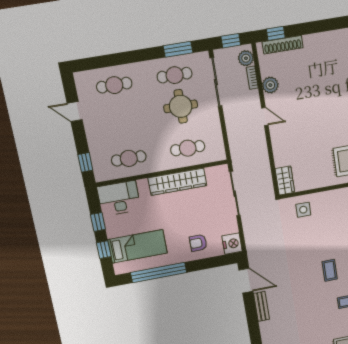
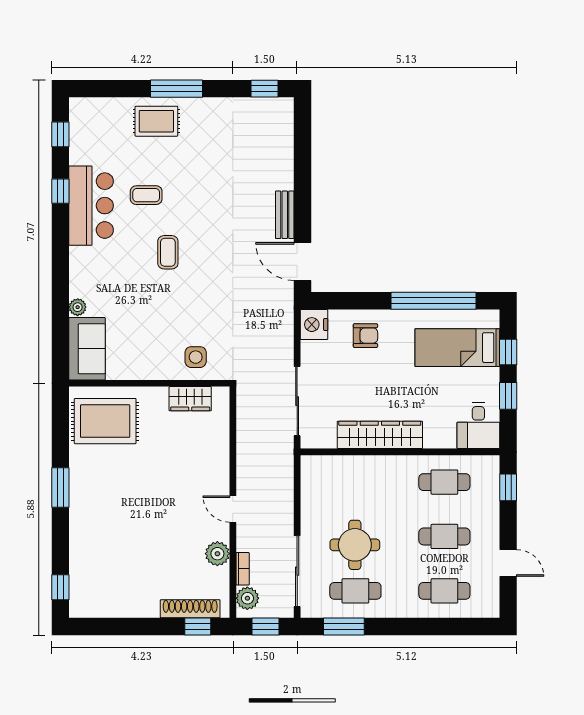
cafe table: (188, 148) -> (444, 536), moved
wardrobe: (285, 180) -> (190, 399), moved, turned -90
desk: (119, 198) -> (478, 426), width x0.73

